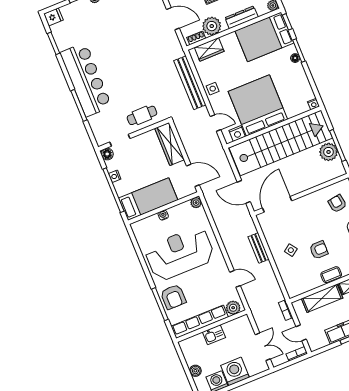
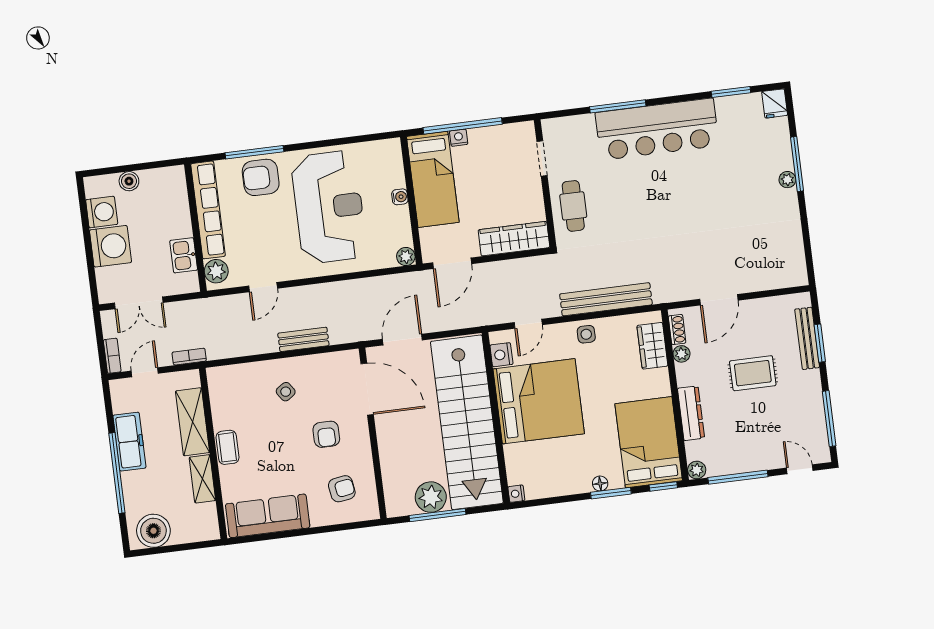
plant: (212, 26) -> (681, 354), width x0.53, depth x0.53
floor lamp: (107, 154) -> (525, 132), removed
nightstand: (115, 176) -> (459, 138), moved
armchair: (319, 250) -> (326, 434), moved
kitchen sink: (214, 335) -> (184, 255), moved

